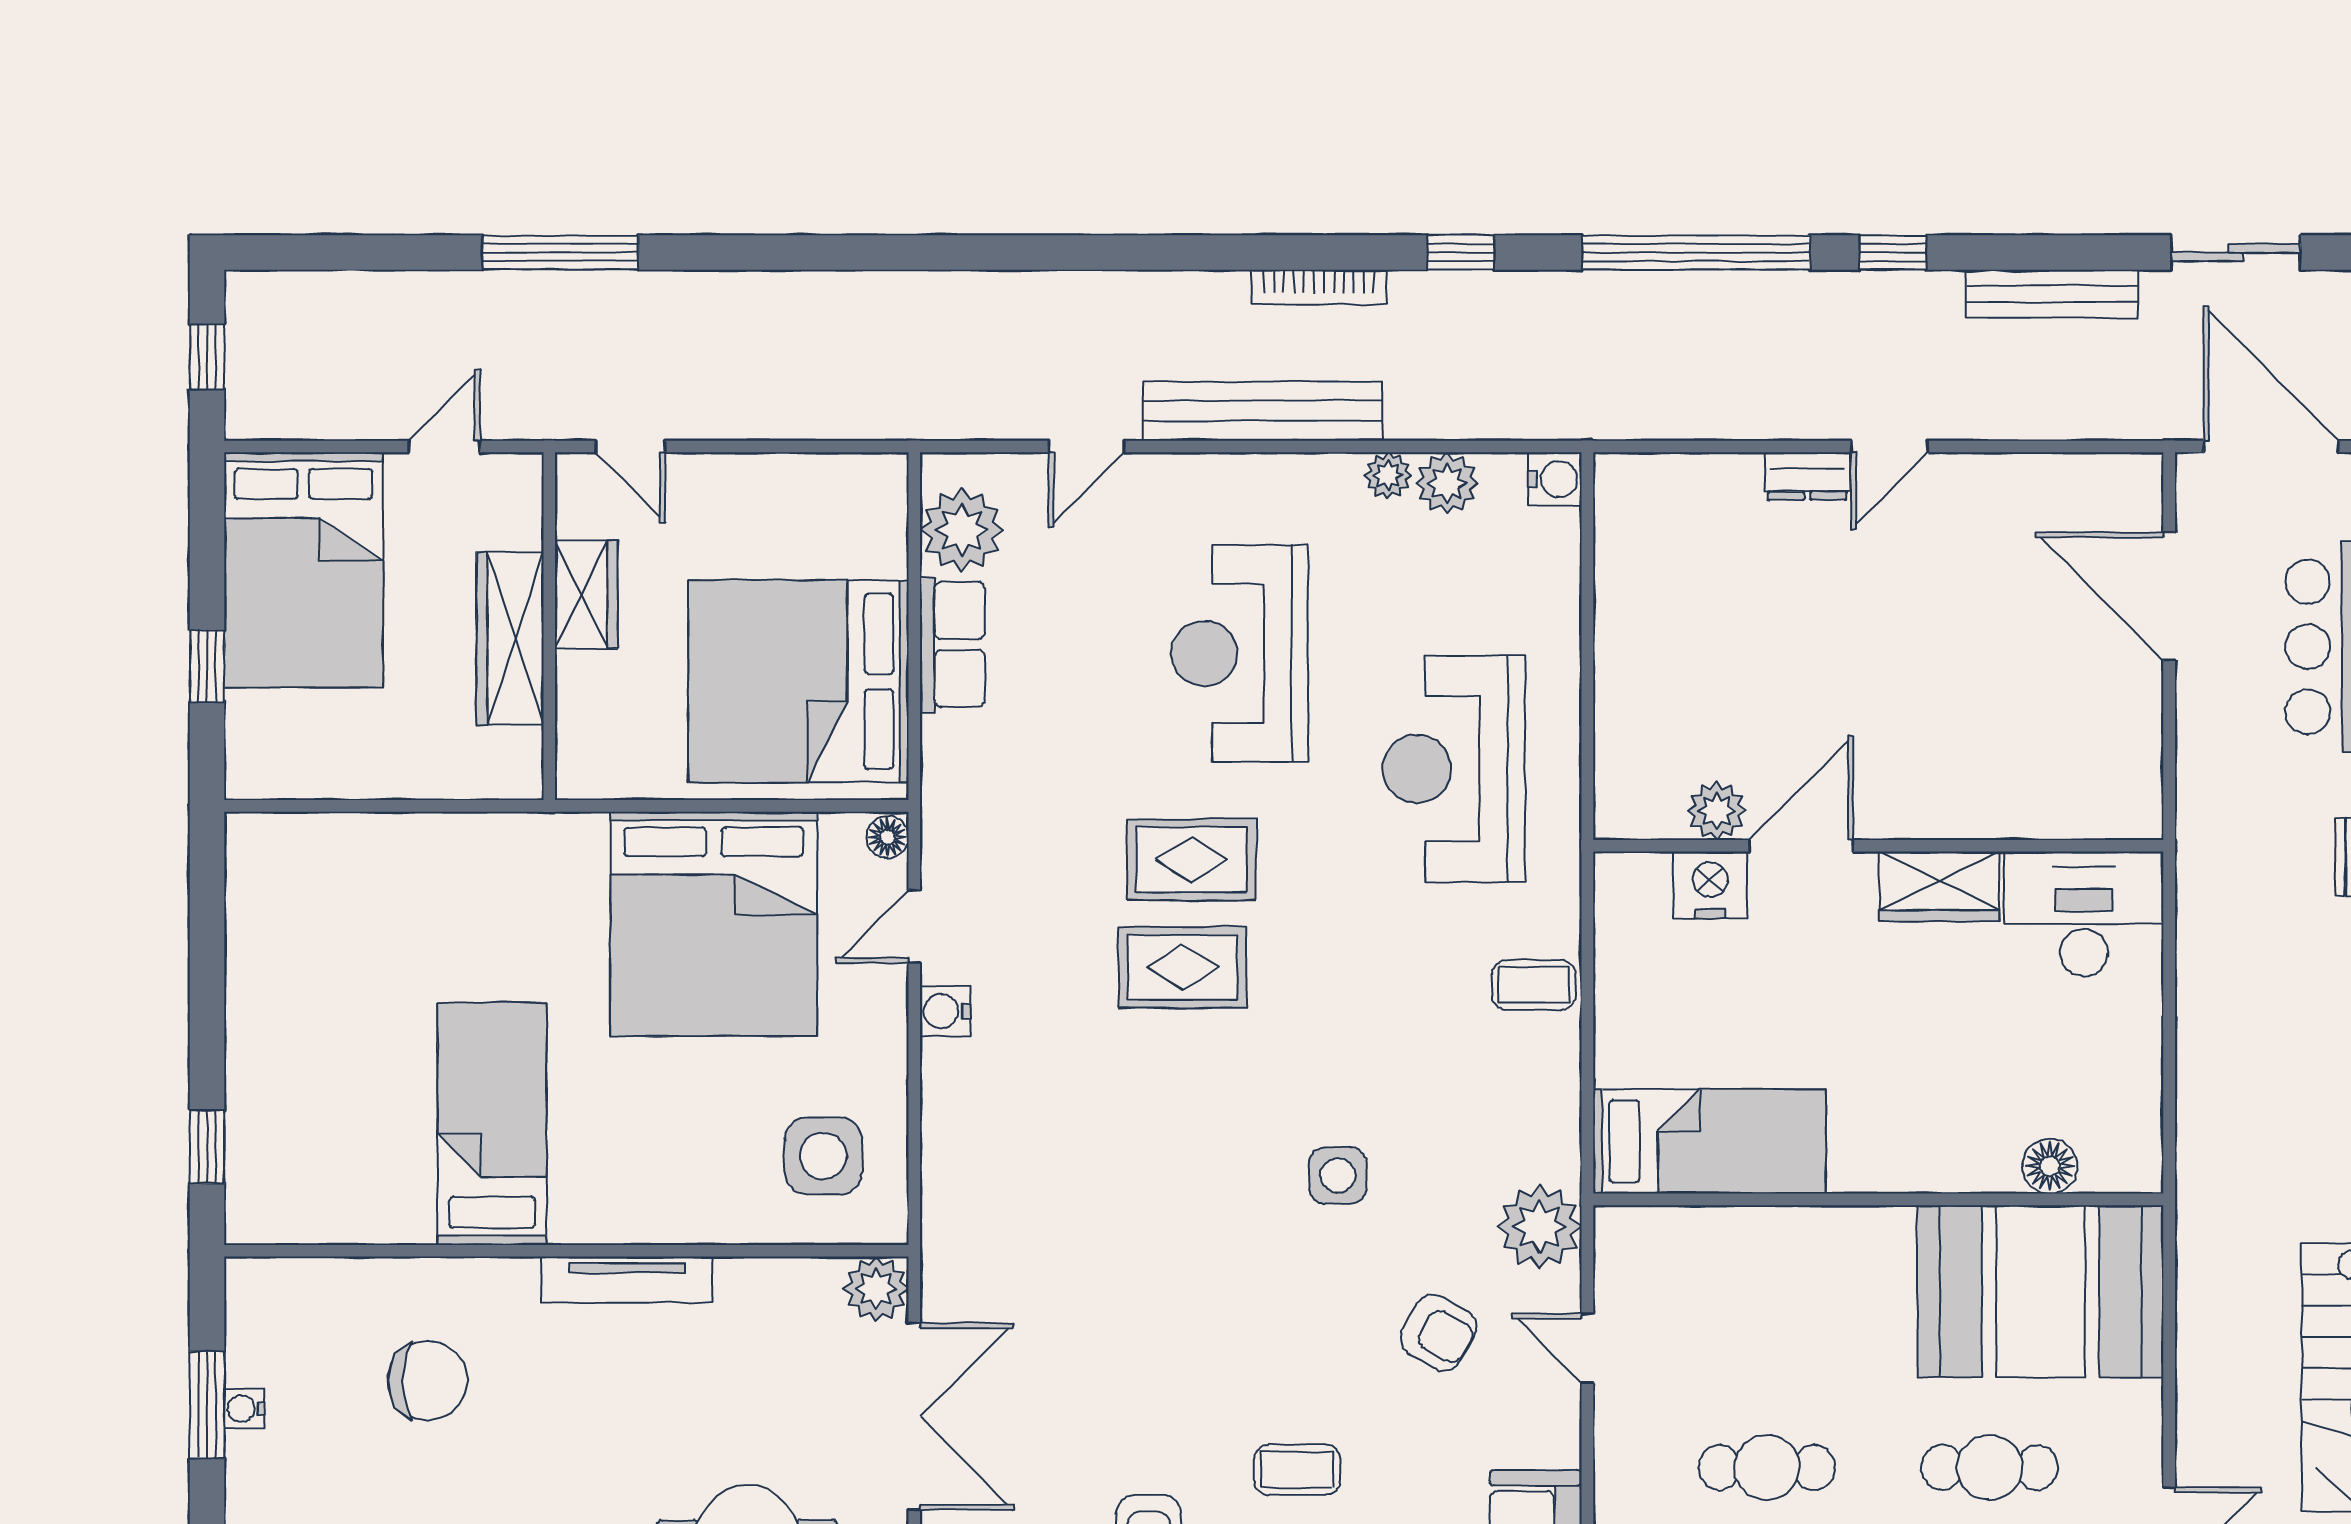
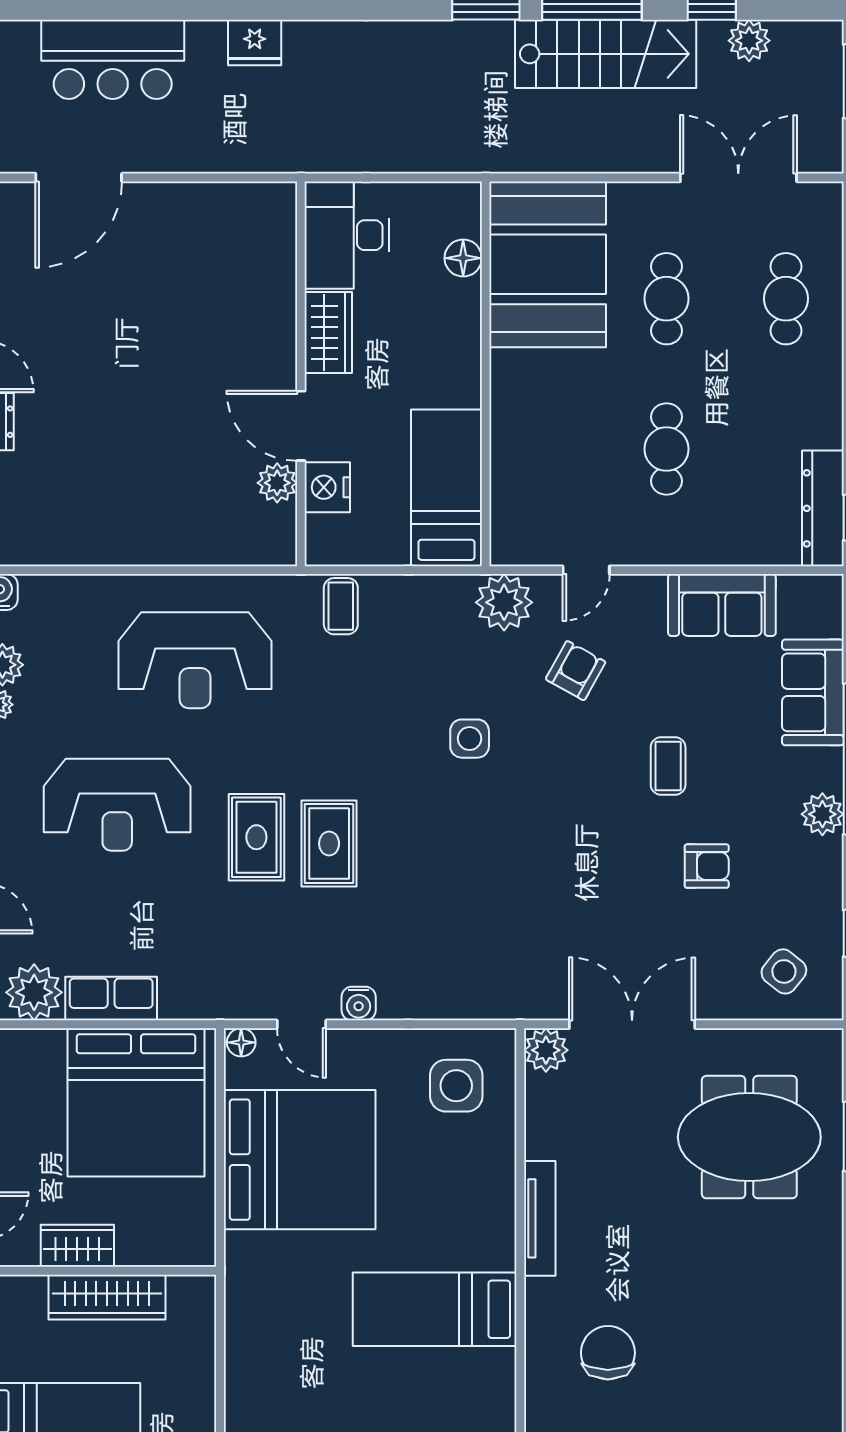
plant: (1717, 811) -> (277, 483), moved
door: (1801, 846) -> (301, 426), moved
wall: (1878, 846) -> (301, 374), moved
nightstand: (1710, 885) -> (327, 487), moved
wardrobe: (1939, 886) -> (328, 333), moved
desk: (2084, 914) -> (347, 235), moved

